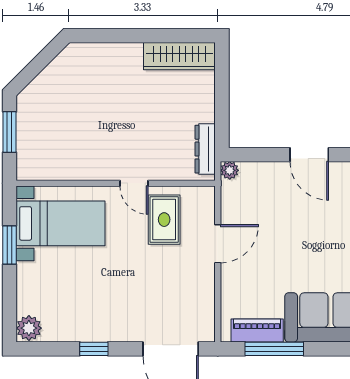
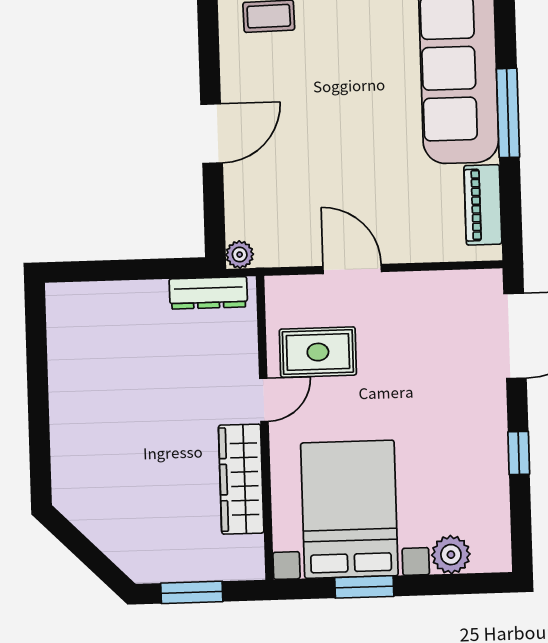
wardrobe: (179, 56) -> (241, 479), moved, turned 180
bed with nightstands: (61, 223) -> (349, 509), width x1.36
plant: (29, 328) -> (451, 555), moved
window: (274, 349) -> (508, 113), moved

